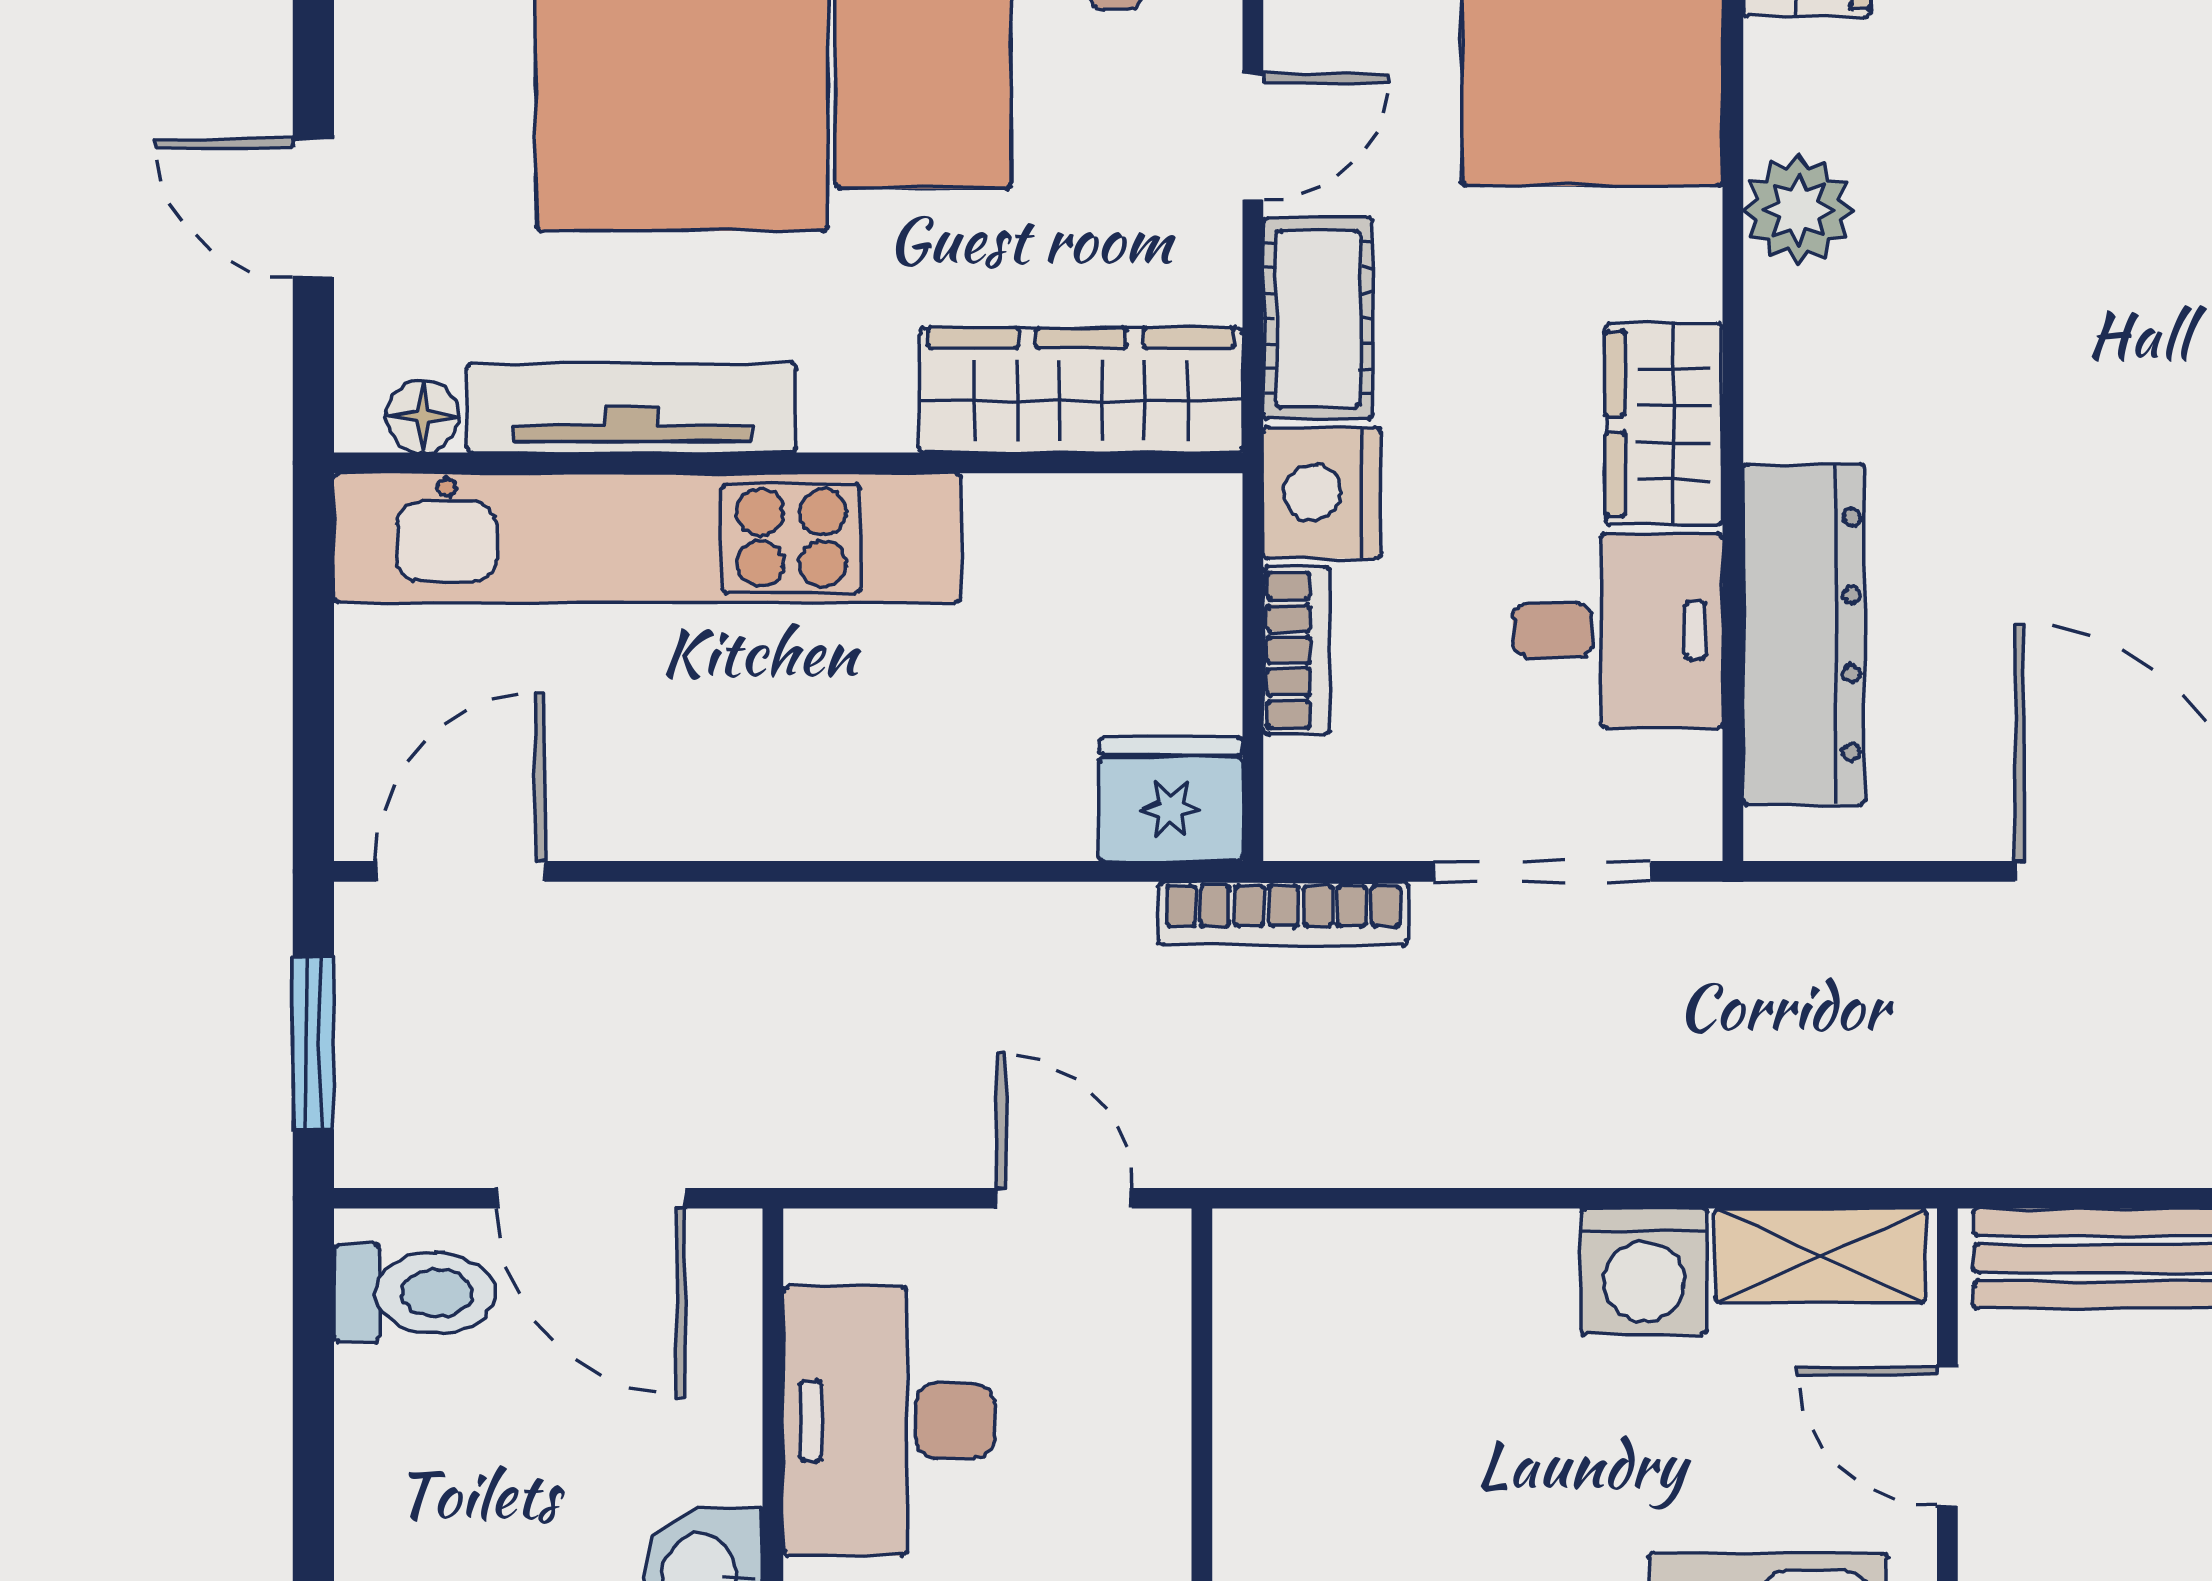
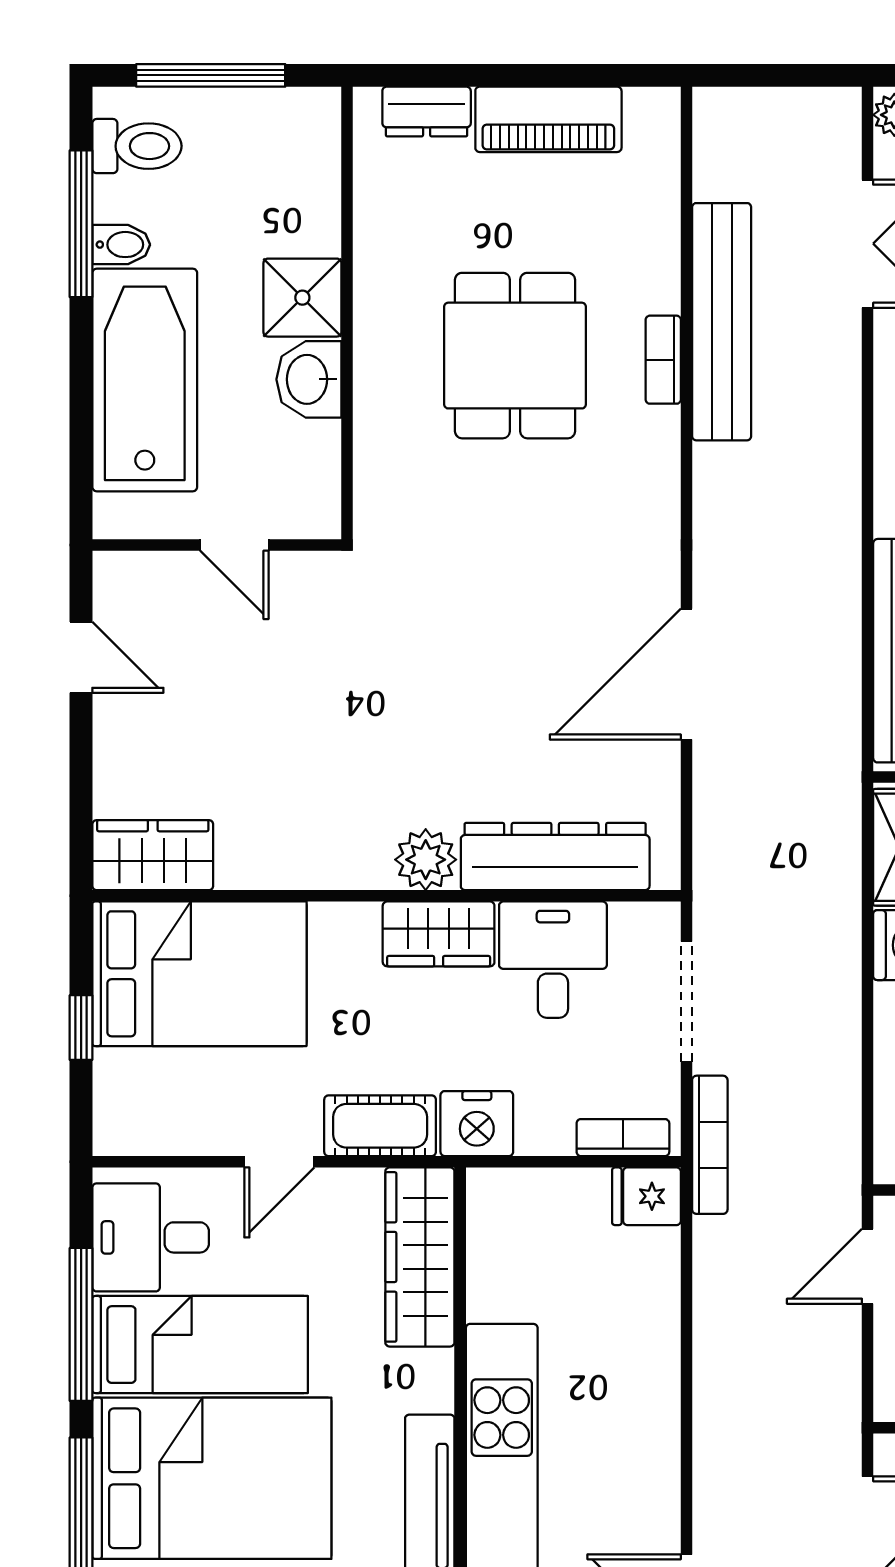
door: (1253, 137) -> (279, 1162), swing flipped
plant: (1798, 210) -> (426, 860), moved
bookcase: (1297, 650) -> (623, 1138), moved
fridge: (1171, 799) -> (646, 1196), width x0.72

